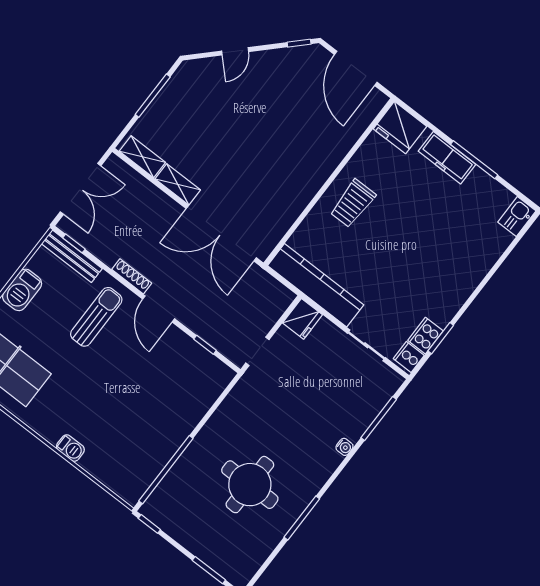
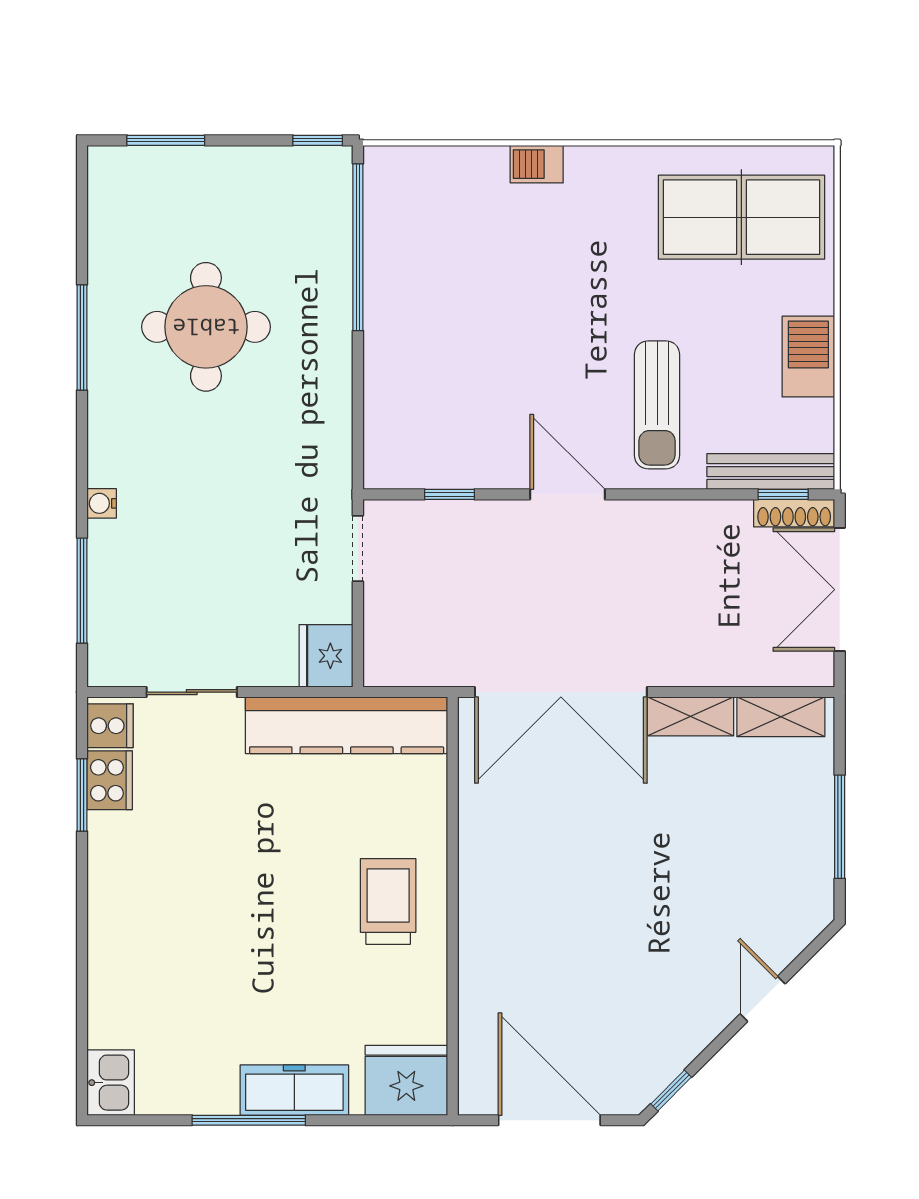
double door: (221, 233) -> (561, 692), swing flipped
shoe rack: (132, 276) -> (794, 513), moved

